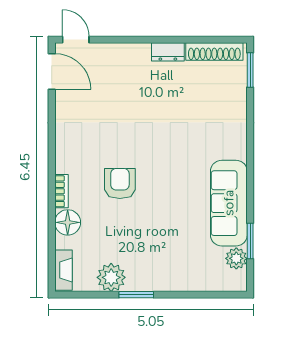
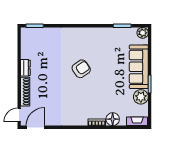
shoe rack: (214, 52) -> (25, 92), moved
armchair: (120, 183) -> (81, 69), moved, turned 146
sofa: (229, 203) -> (139, 67), moved, turned 90
plant: (236, 258) -> (143, 33), moved

